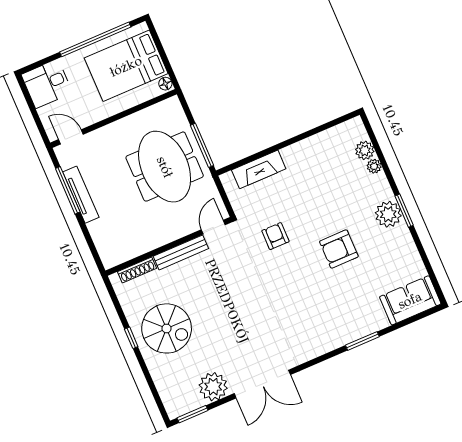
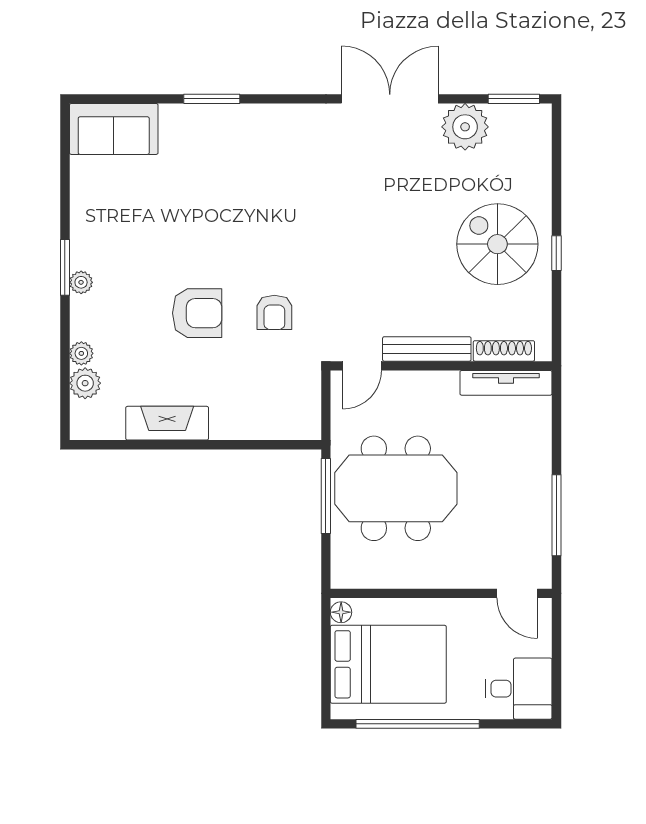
meeting table: (165, 167) -> (396, 488), turned 90
fireplace: (259, 169) -> (167, 423), moved
tv unit: (81, 195) -> (506, 383), moved, turned -90
plant: (388, 214) -> (81, 282), width x0.53, depth x0.53
armchair: (339, 249) -> (197, 313), moved

